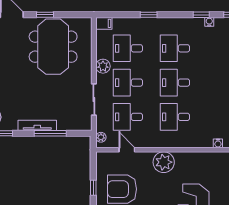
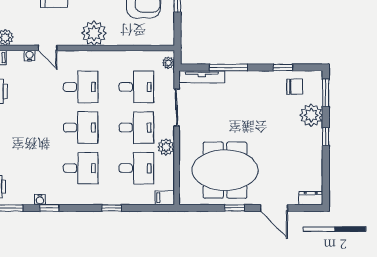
meeting table: (53, 47) -> (225, 170), turned 90
tv unit: (37, 125) -> (202, 77), moved
door: (127, 150) -> (48, 48), moved

